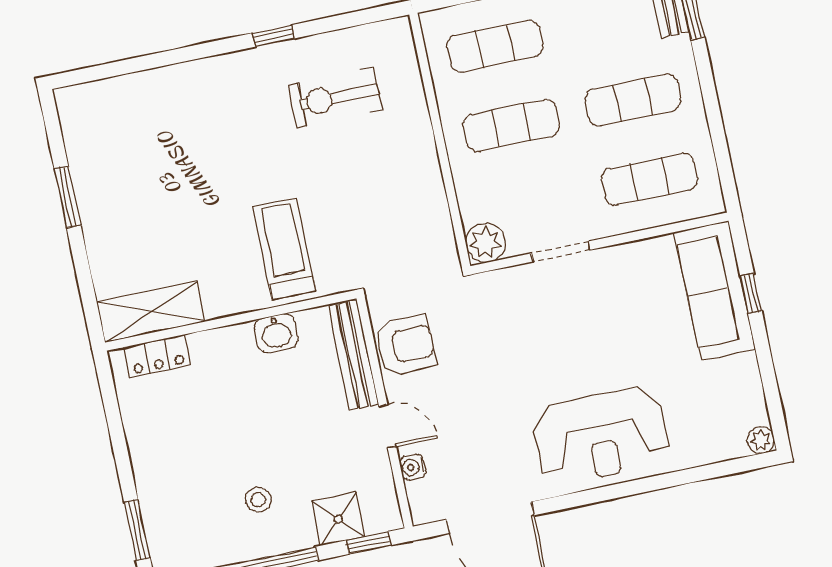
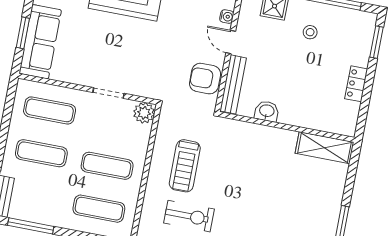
treadmill: (284, 249) -> (185, 166), moved
window: (751, 293) -> (23, 33), width x1.50
locker: (157, 356) -> (356, 84), moved, turned -90

